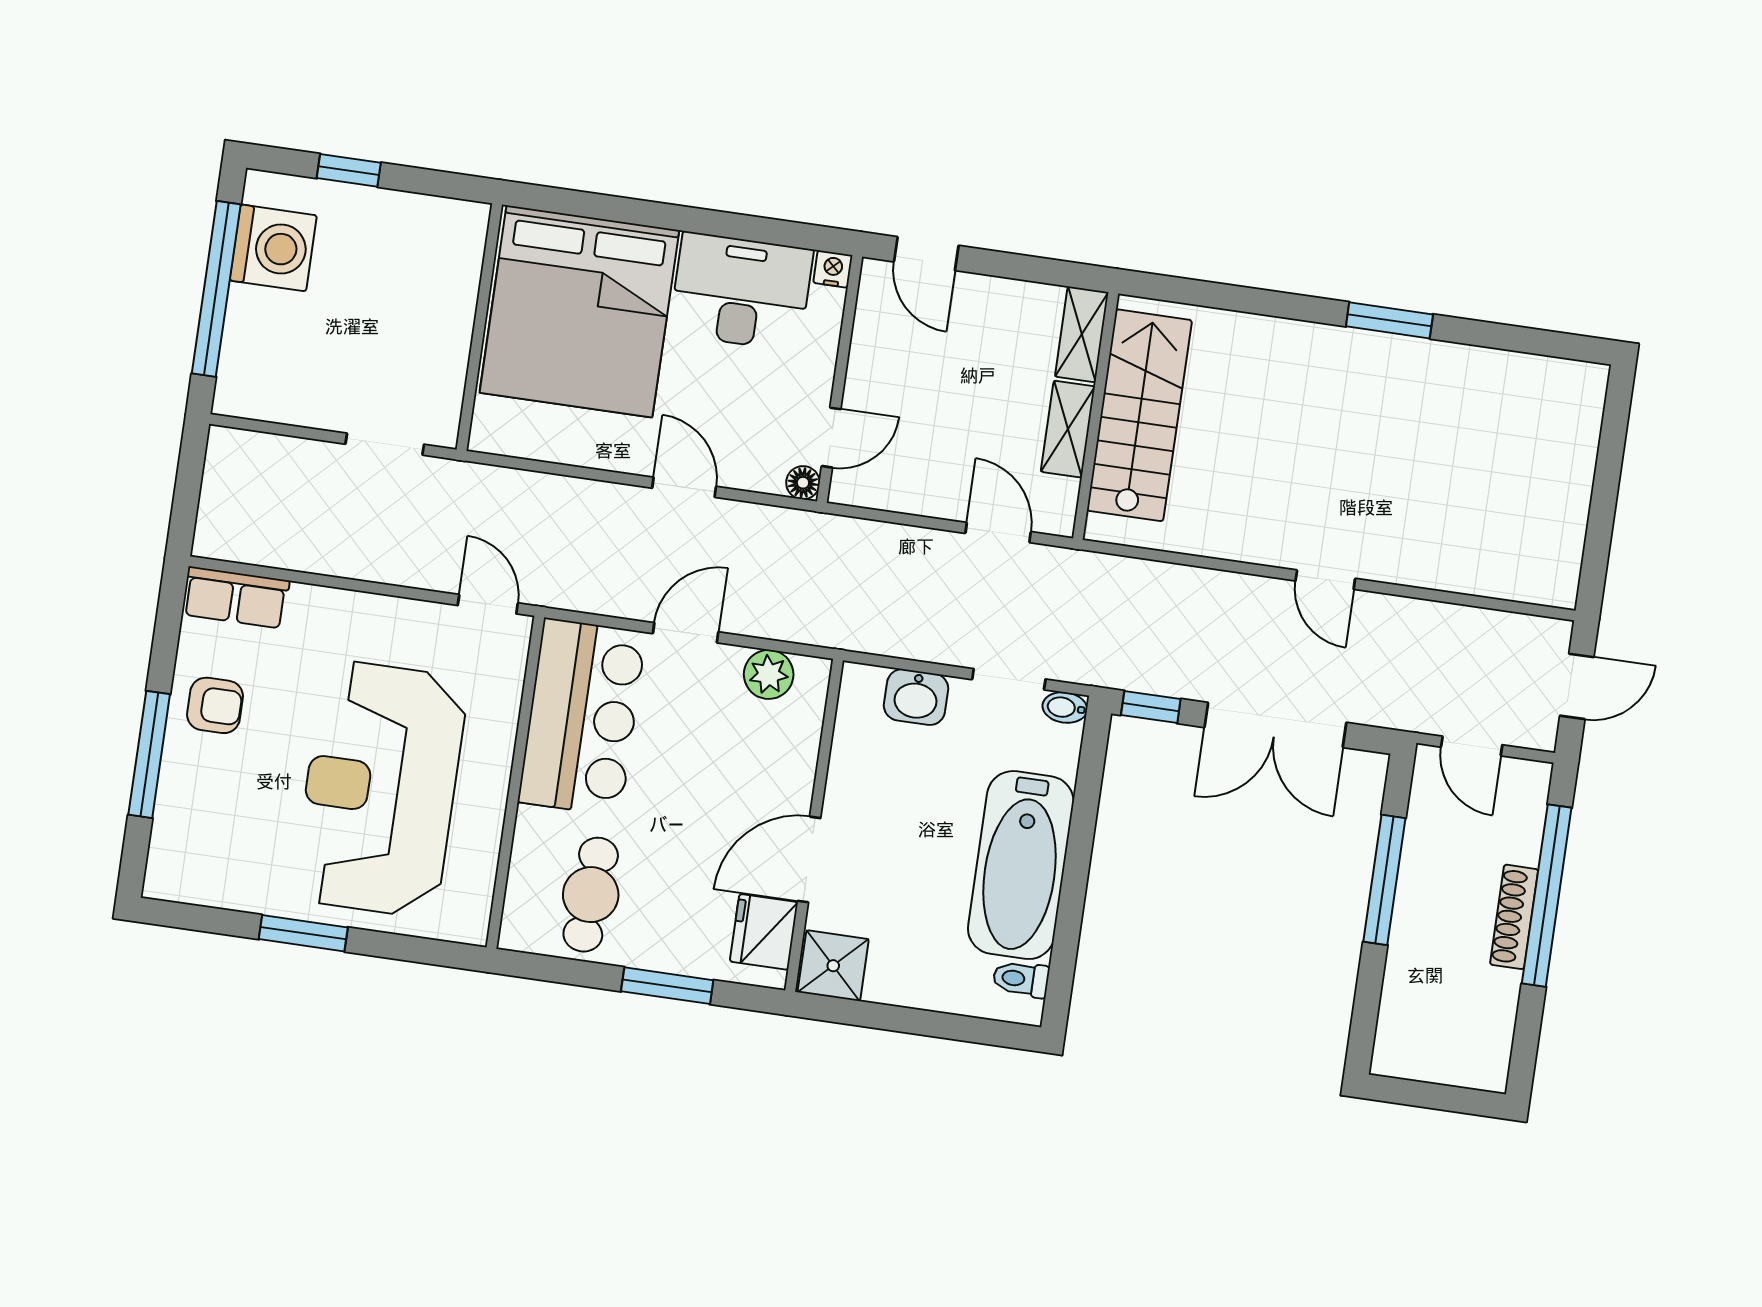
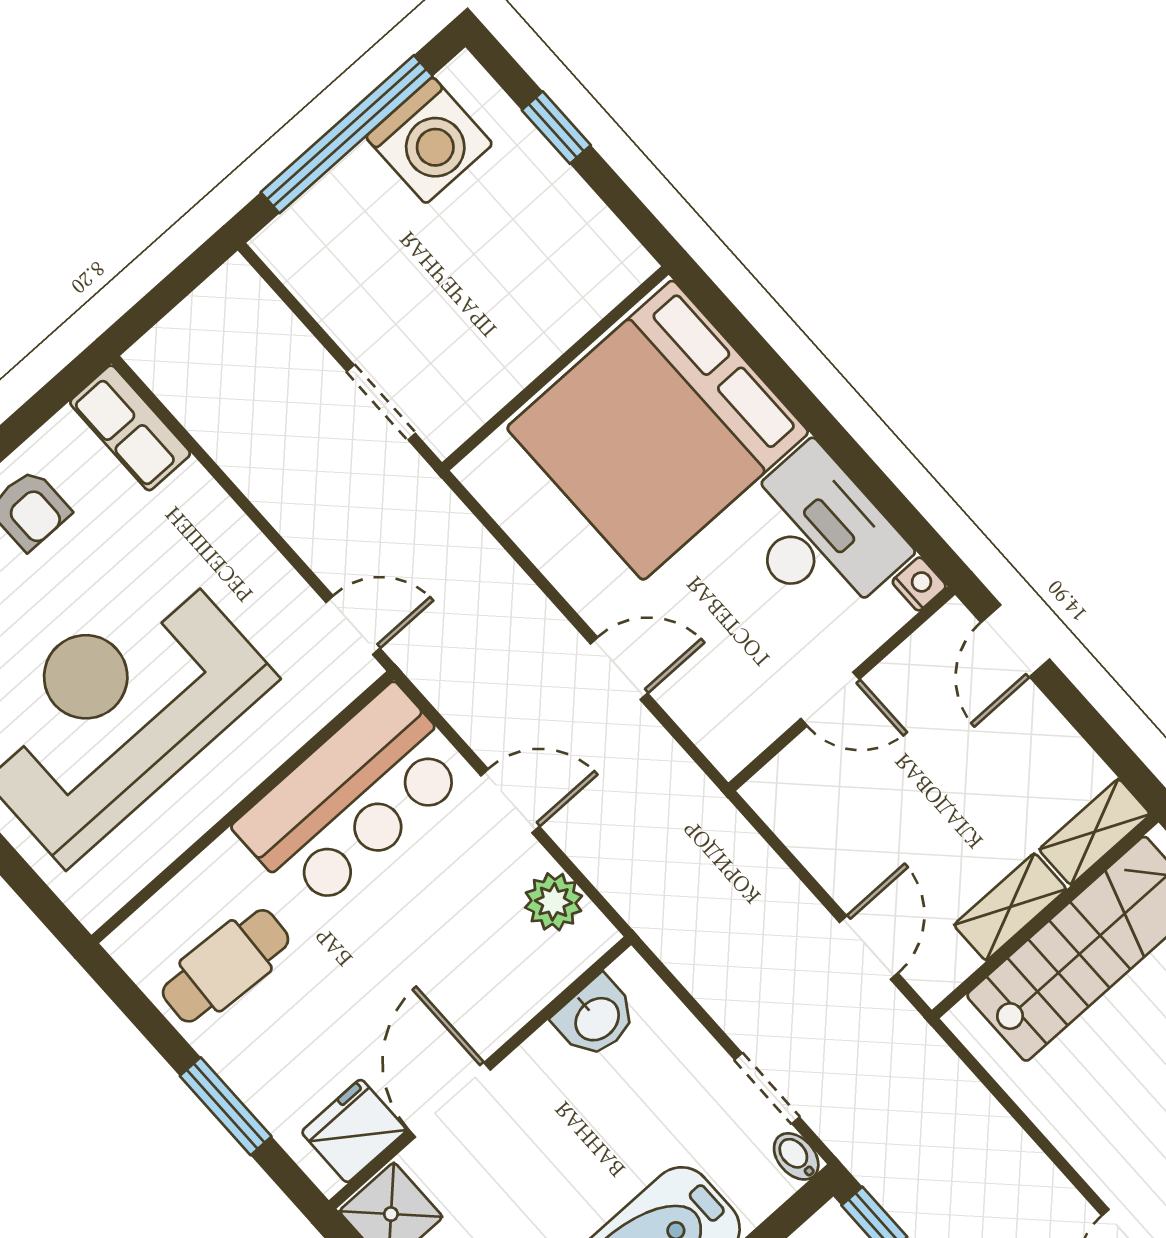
door: (831, 438) -> (830, 699), moved
floor lamp: (803, 483) -> (730, 755), removed
door: (684, 487) -> (619, 668), hinge flipped
door: (488, 604) -> (353, 625), hinge flipped
washbasin: (916, 697) -> (596, 1018), moved, turned -90
door: (809, 859) -> (450, 1100), hinge flipped

